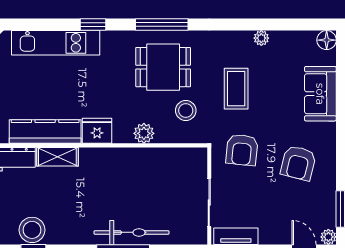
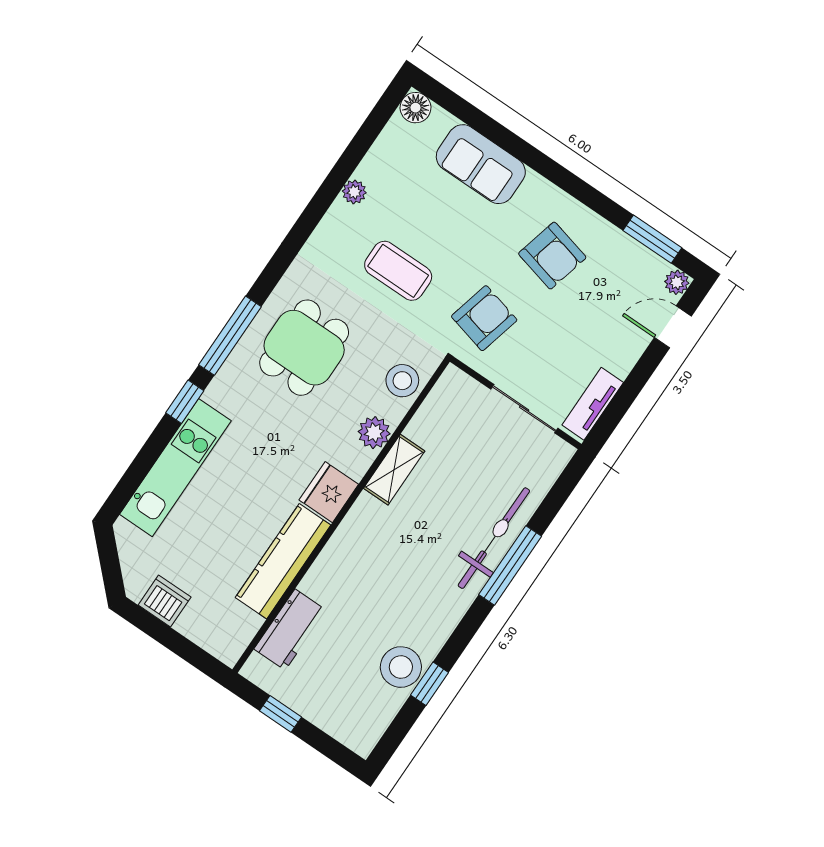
window: (162, 24) -> (230, 336), moved
stool: (186, 111) -> (402, 381), moved
armchair: (242, 150) -> (484, 318), turned -82
shelving: (57, 157) -> (394, 470), moved

